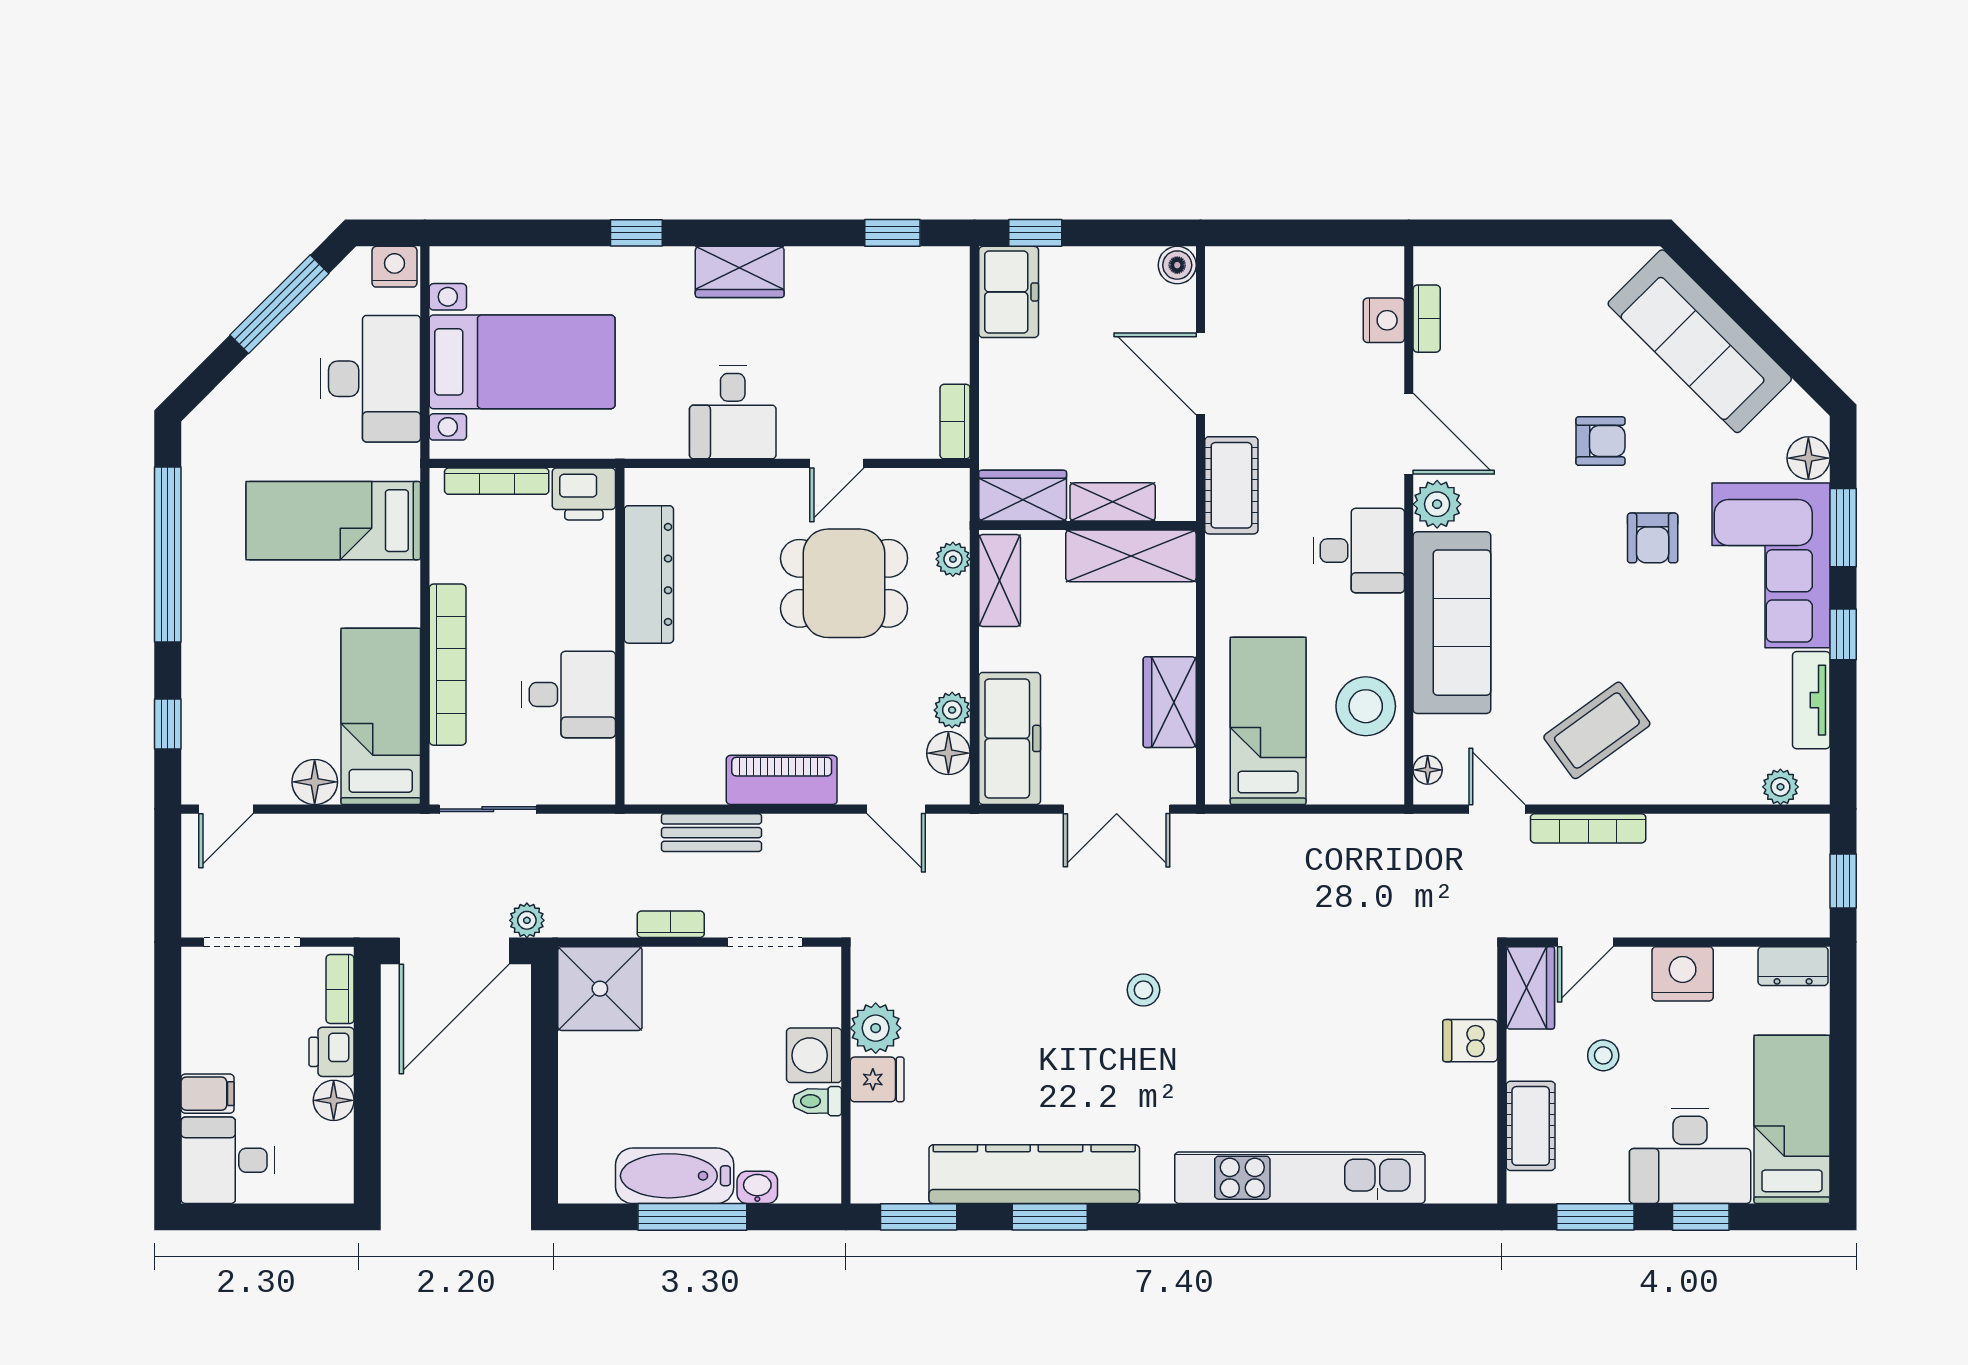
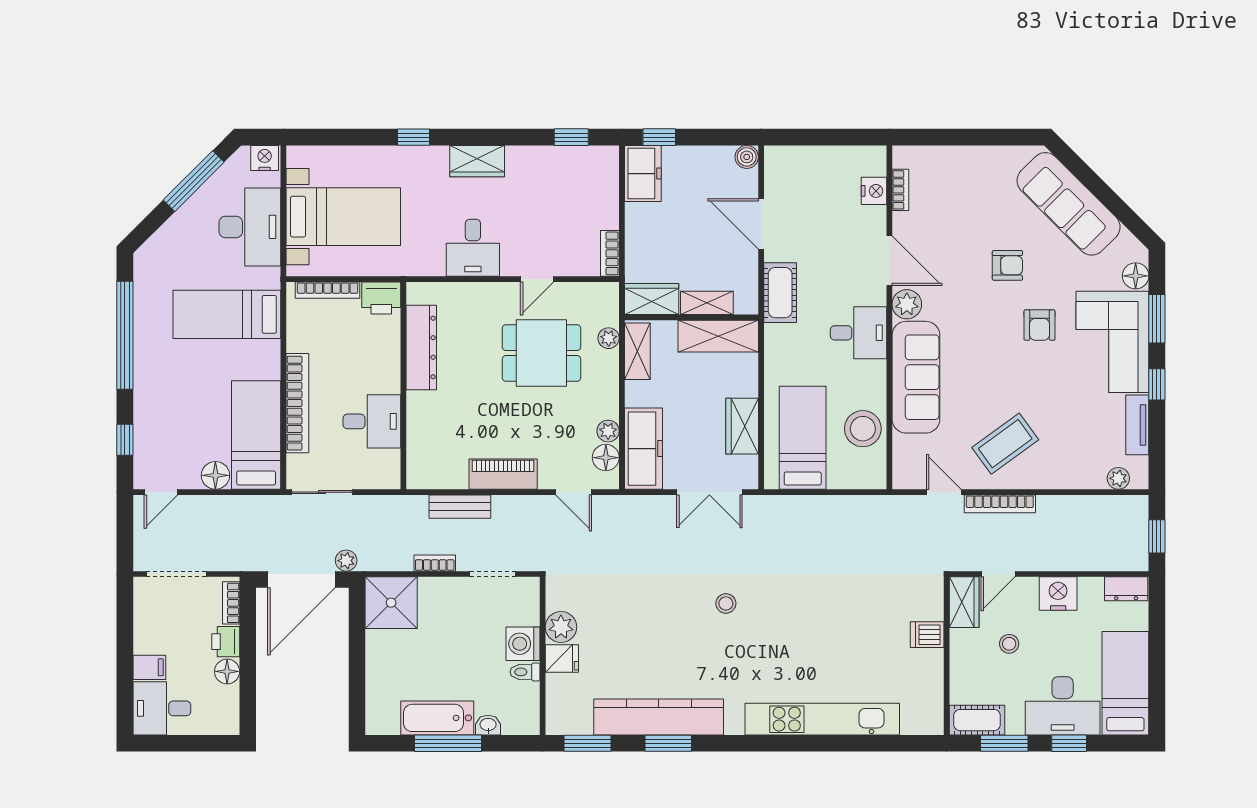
floor lamp: (1428, 770) -> (901, 468), removed
cot: (1531, 1126) -> (977, 720), moved, turned 90

